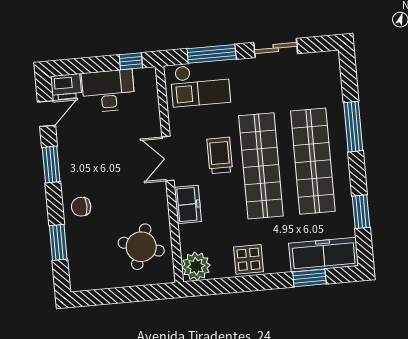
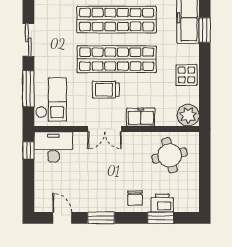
printer: (66, 87) -> (162, 203), moved, turned -90
desk: (108, 91) -> (53, 147), moved, turned 90
round table: (141, 247) -> (170, 155), turned -31

